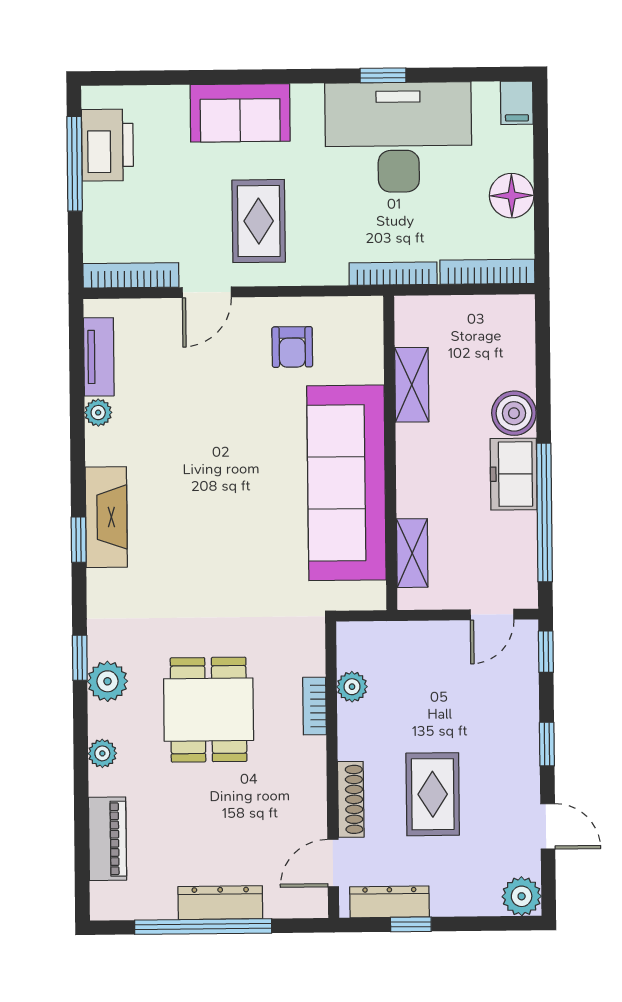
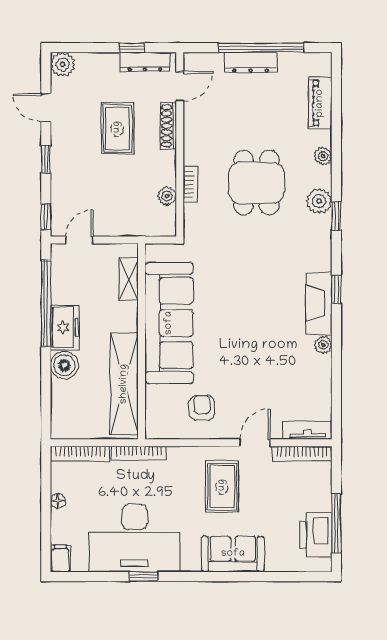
floor lamp: (512, 196) -> (58, 501), width x0.53, depth x0.53
tv unit: (99, 357) -> (307, 430), moved, turned 90
shelving: (412, 385) -> (124, 384), width x2.20, depth x1.33
plant: (98, 413) -> (323, 345), moved

